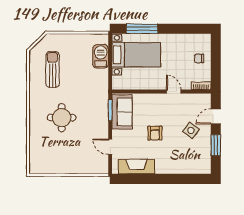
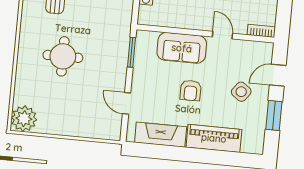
sofa: (122, 112) -> (182, 48), moved, turned 90
plant: (38, 165) -> (24, 119), added
piano: (175, 166) -> (214, 138), added

